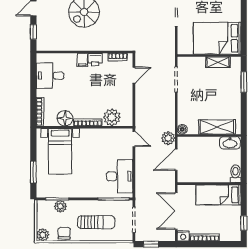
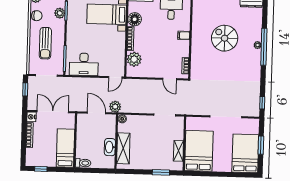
printer: (95, 59) -> (184, 47), removed
washbasin: (230, 143) -> (110, 147), moved

